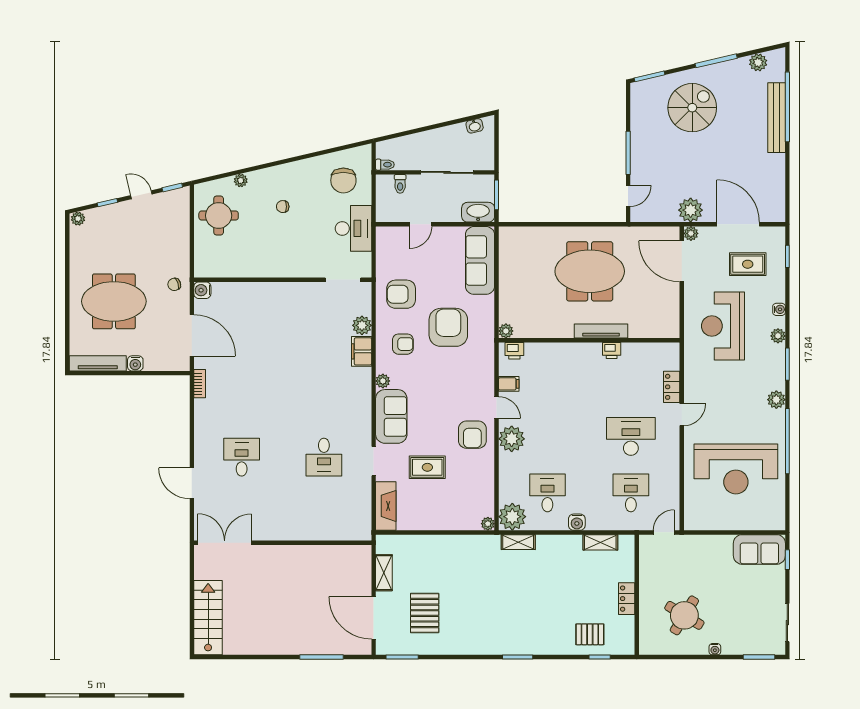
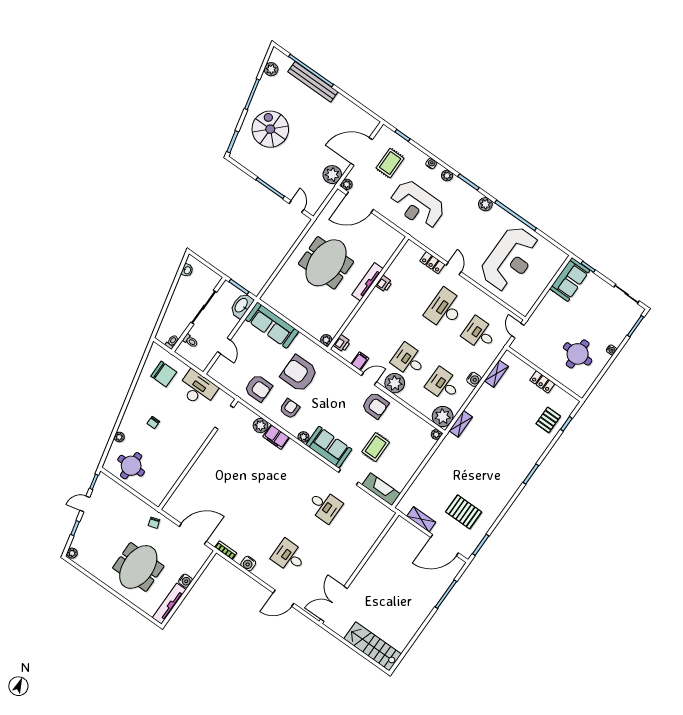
water cooler: (202, 290) -> (248, 564), moved
armchair: (401, 294) -> (258, 388), turned -90
desk: (547, 436) -> (409, 360), added
round table: (684, 615) -> (578, 354), turned -31

